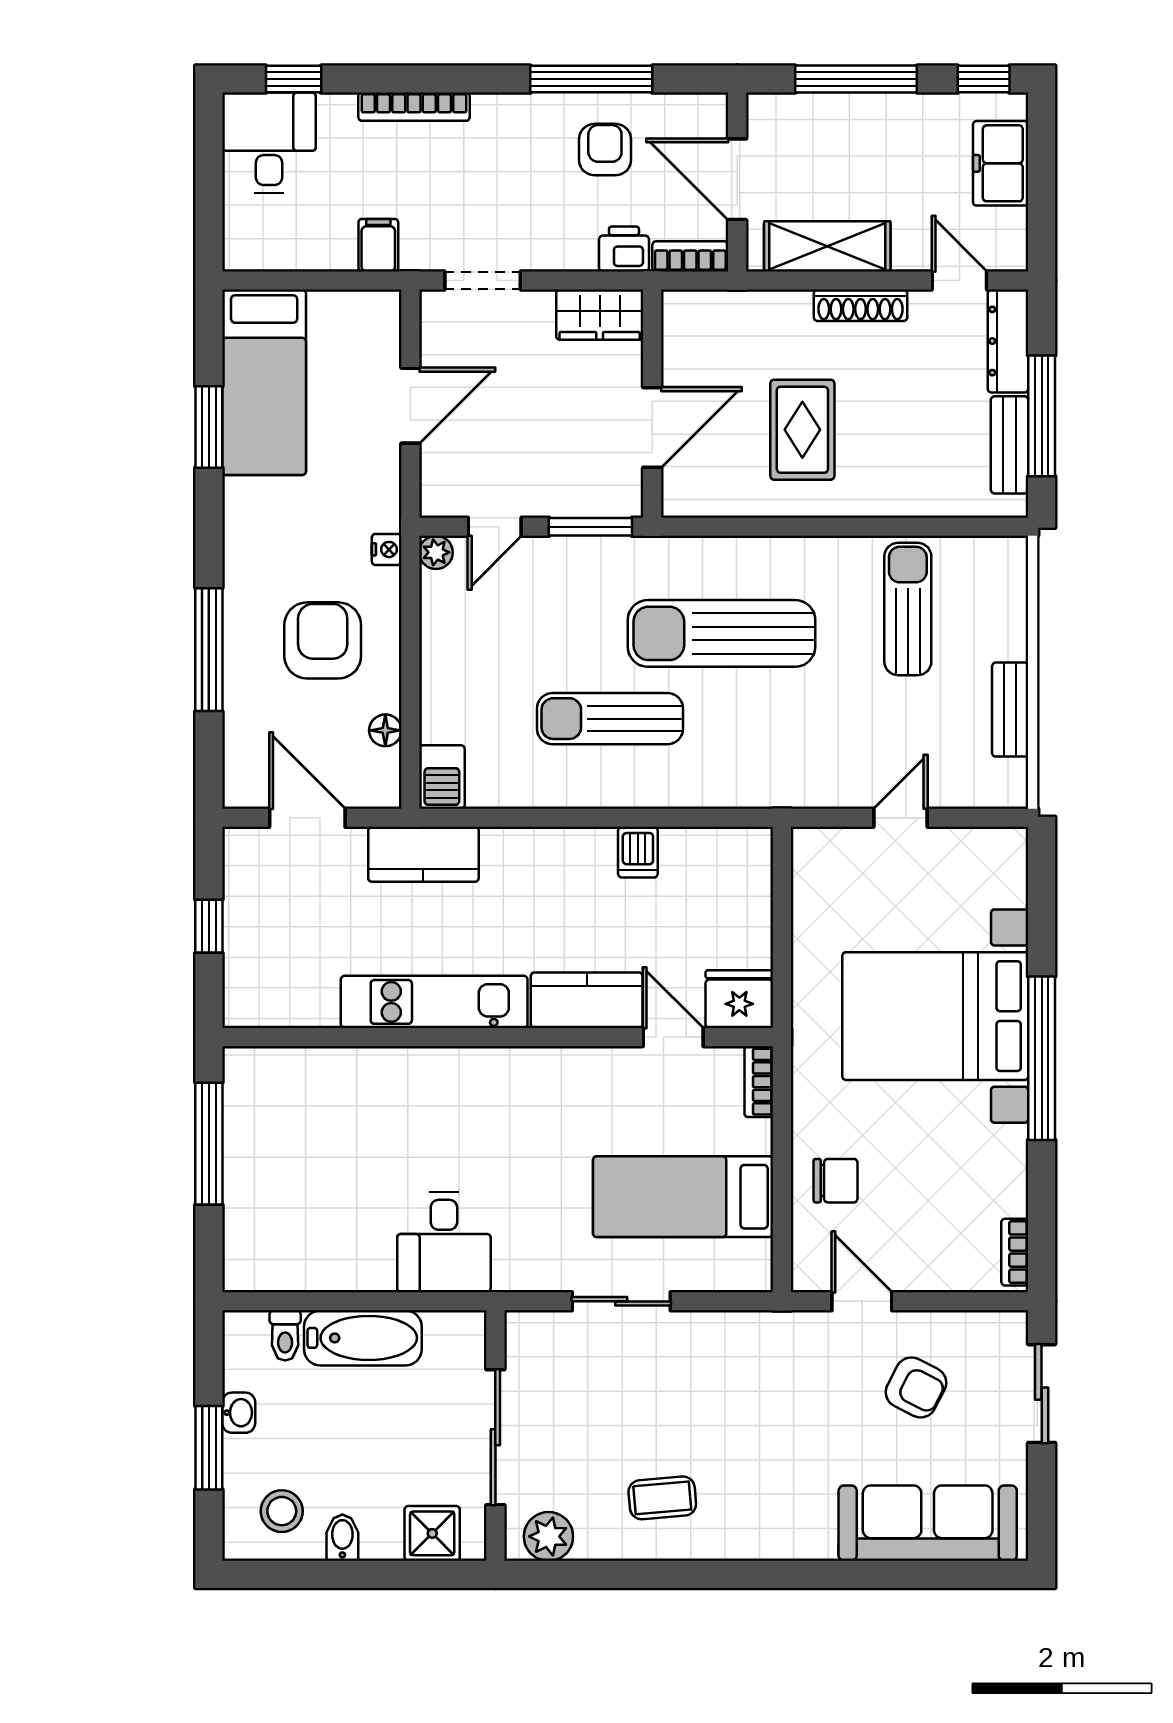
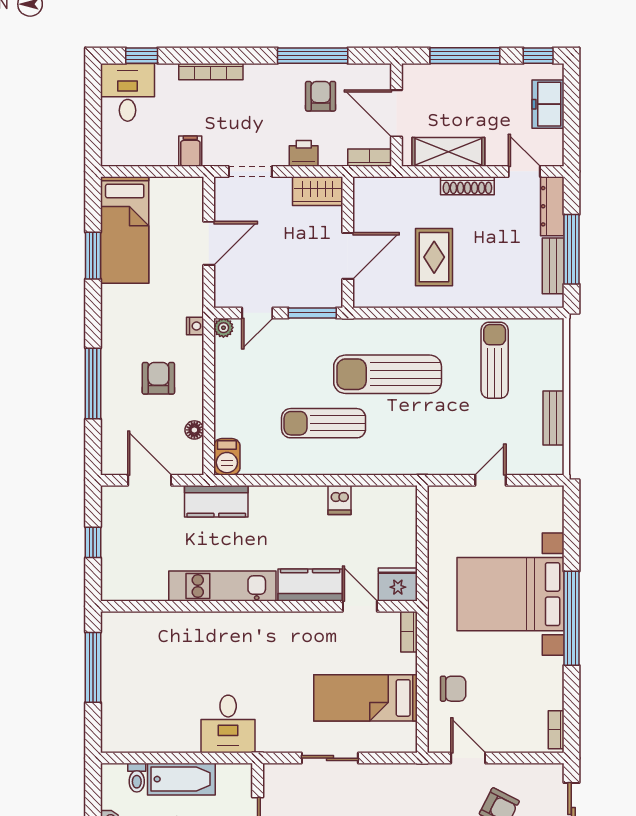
printer: (624, 249) -> (304, 153), moved
armchair: (323, 640) -> (158, 378), width x0.72, depth x0.72

